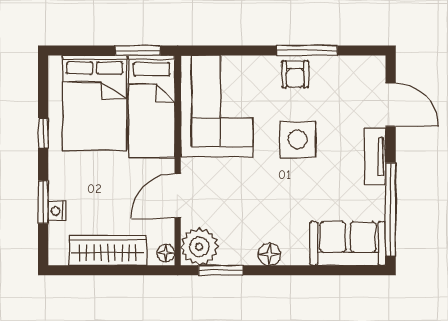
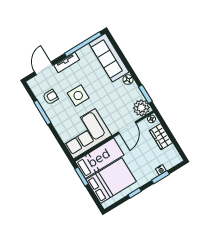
armchair: (295, 74) -> (50, 97), moved
door: (178, 196) -> (127, 128), hinge flipped
sofa: (348, 243) -> (109, 58), width x1.36
wardrobe: (108, 250) -> (161, 137), width x0.67

